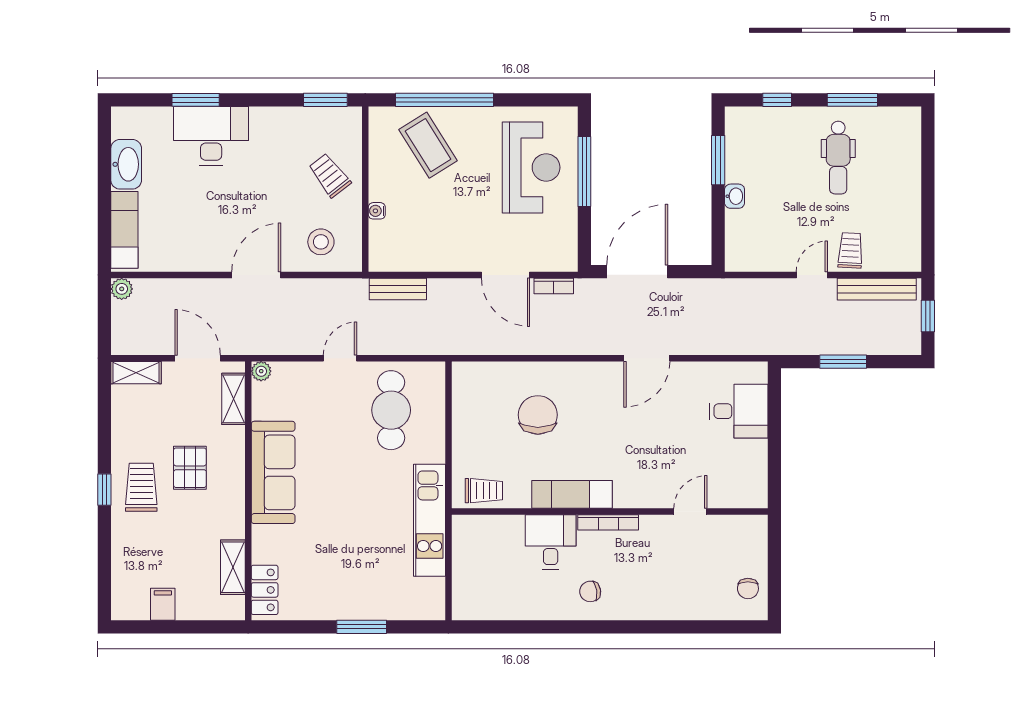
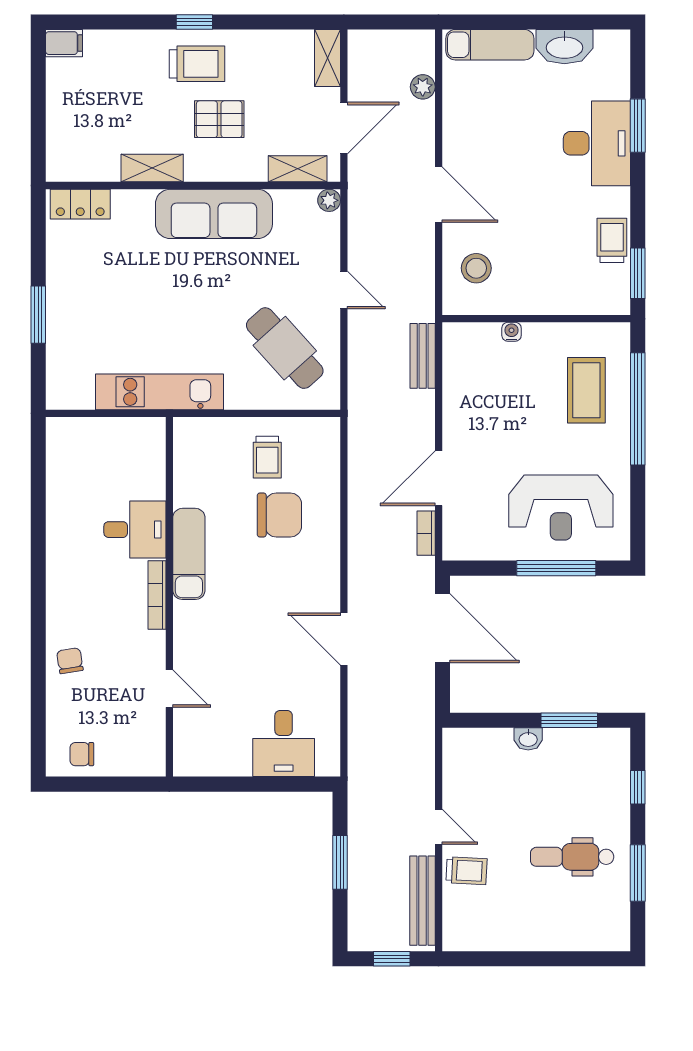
coffee table: (428, 145) -> (586, 390), turned -58
trolley: (330, 175) -> (612, 240), moved, turned -52
plant: (122, 289) -> (423, 87), moved
cafe table: (391, 410) -> (285, 348), turned 48
trolley: (484, 491) -> (267, 457), moved
shelving: (233, 567) -> (152, 168), moved
chair: (590, 591) -> (70, 661), moved
filing cabinet: (163, 604) -> (64, 43), moved

